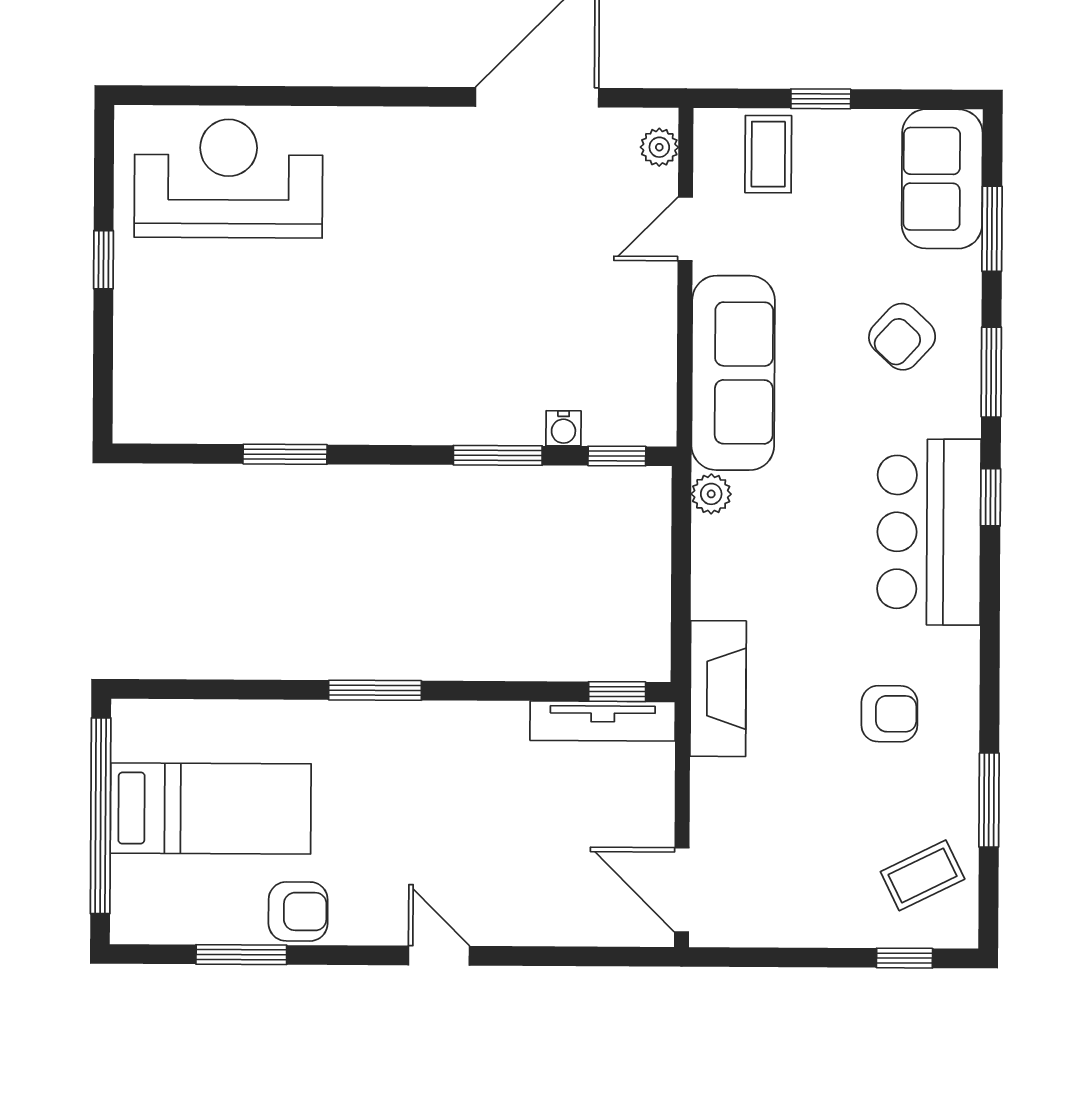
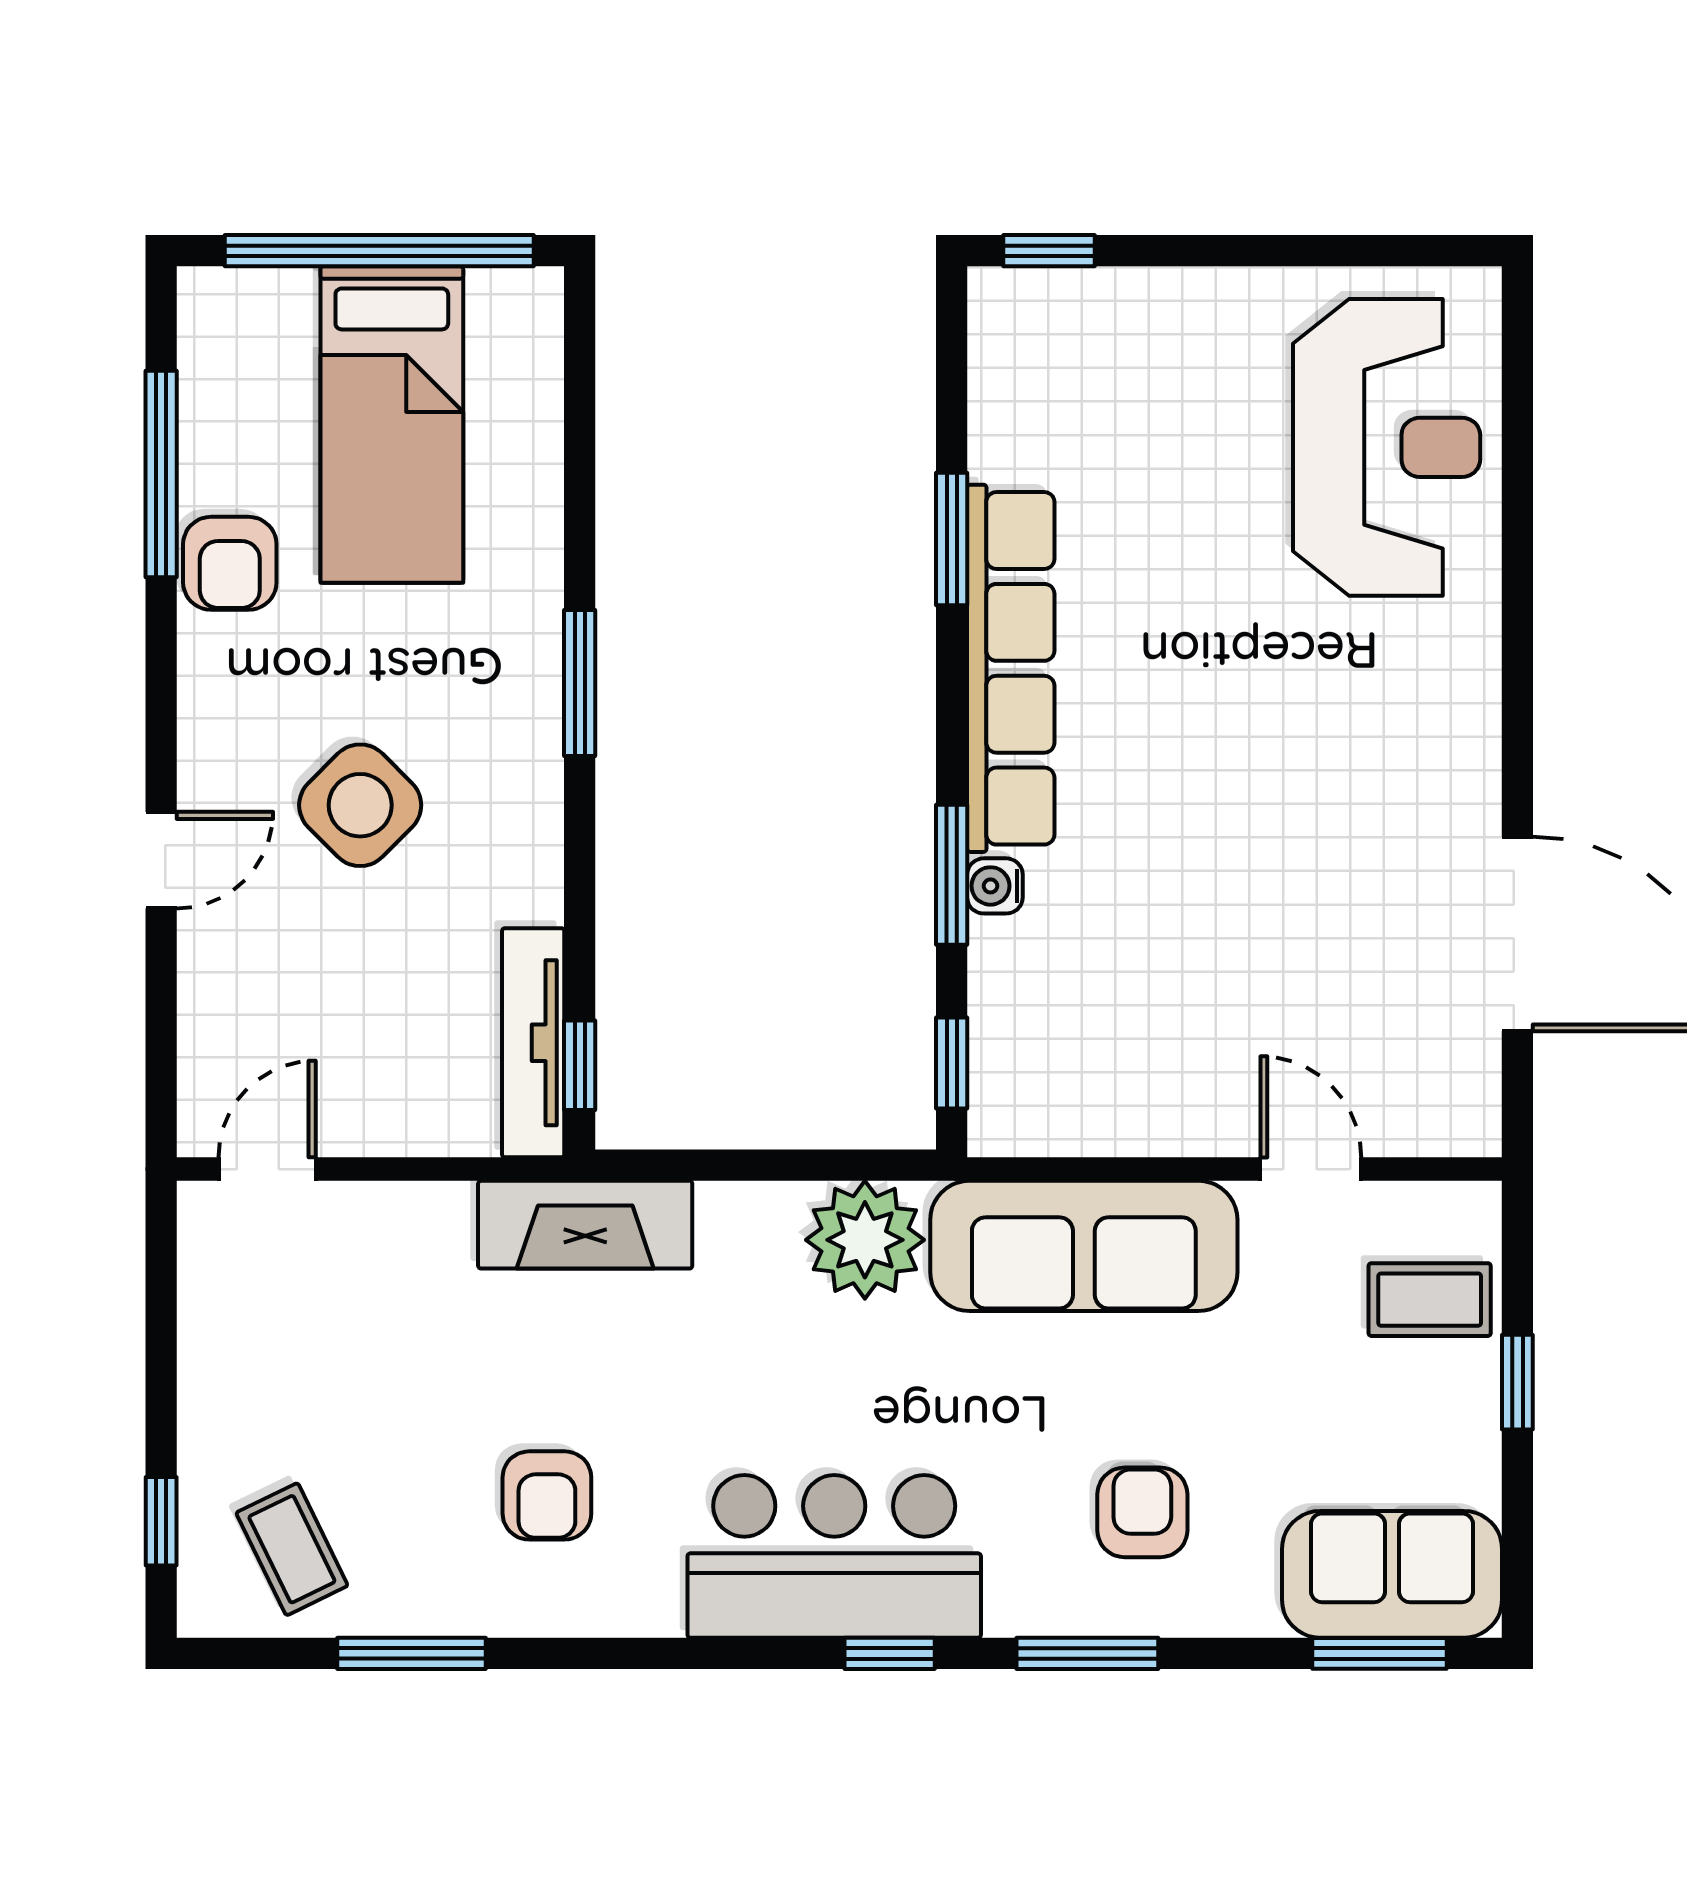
plant: (659, 147) -> (1440, 1127), removed
window: (992, 229) -> (1380, 1653), moved
window: (104, 260) -> (1049, 251), moved
armchair: (902, 337) -> (1142, 1512), turned 47
row of seats: (367, 417) -> (1011, 668), added
water cooler: (563, 428) -> (995, 886), moved
plant: (711, 494) -> (865, 1240), width x1.87, depth x1.87
side table: (452, 830) -> (360, 805), added
door: (682, 890) -> (267, 1169), width x0.73
window: (241, 955) -> (161, 474), width x1.44
door: (439, 956) -> (161, 860), moved

